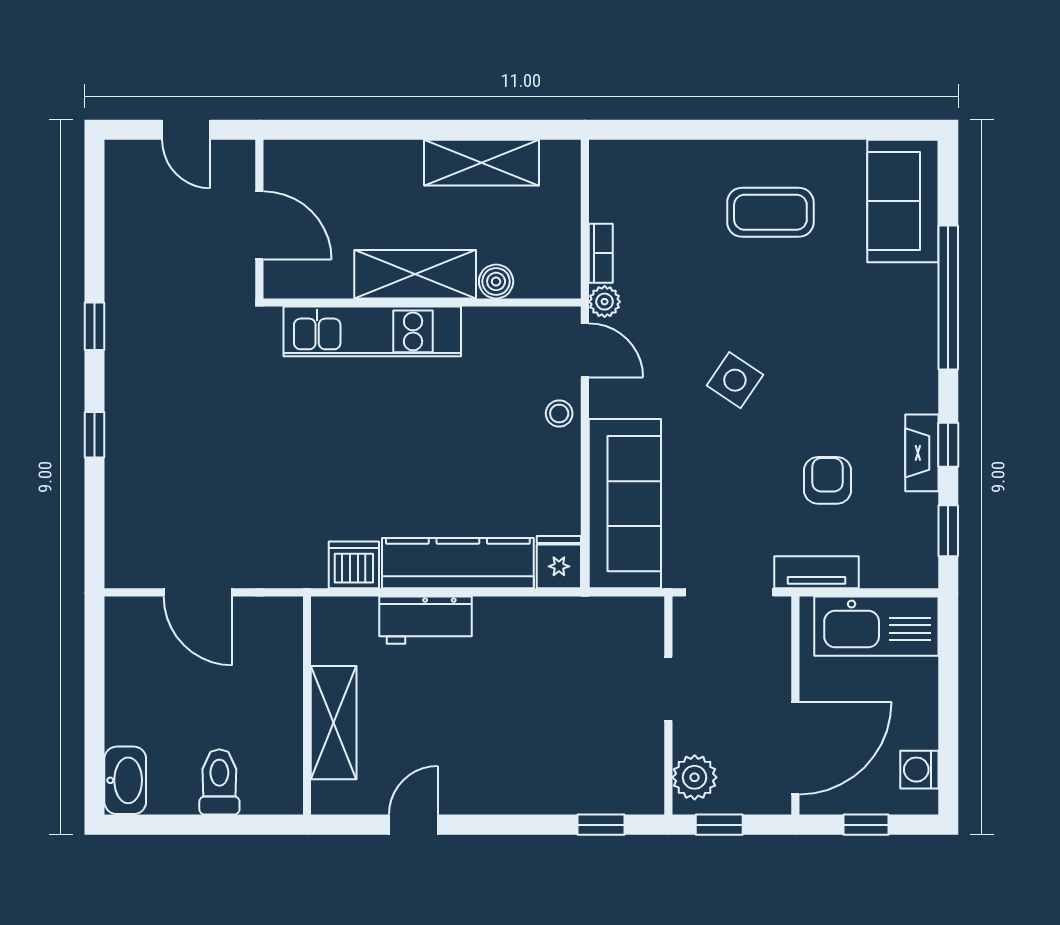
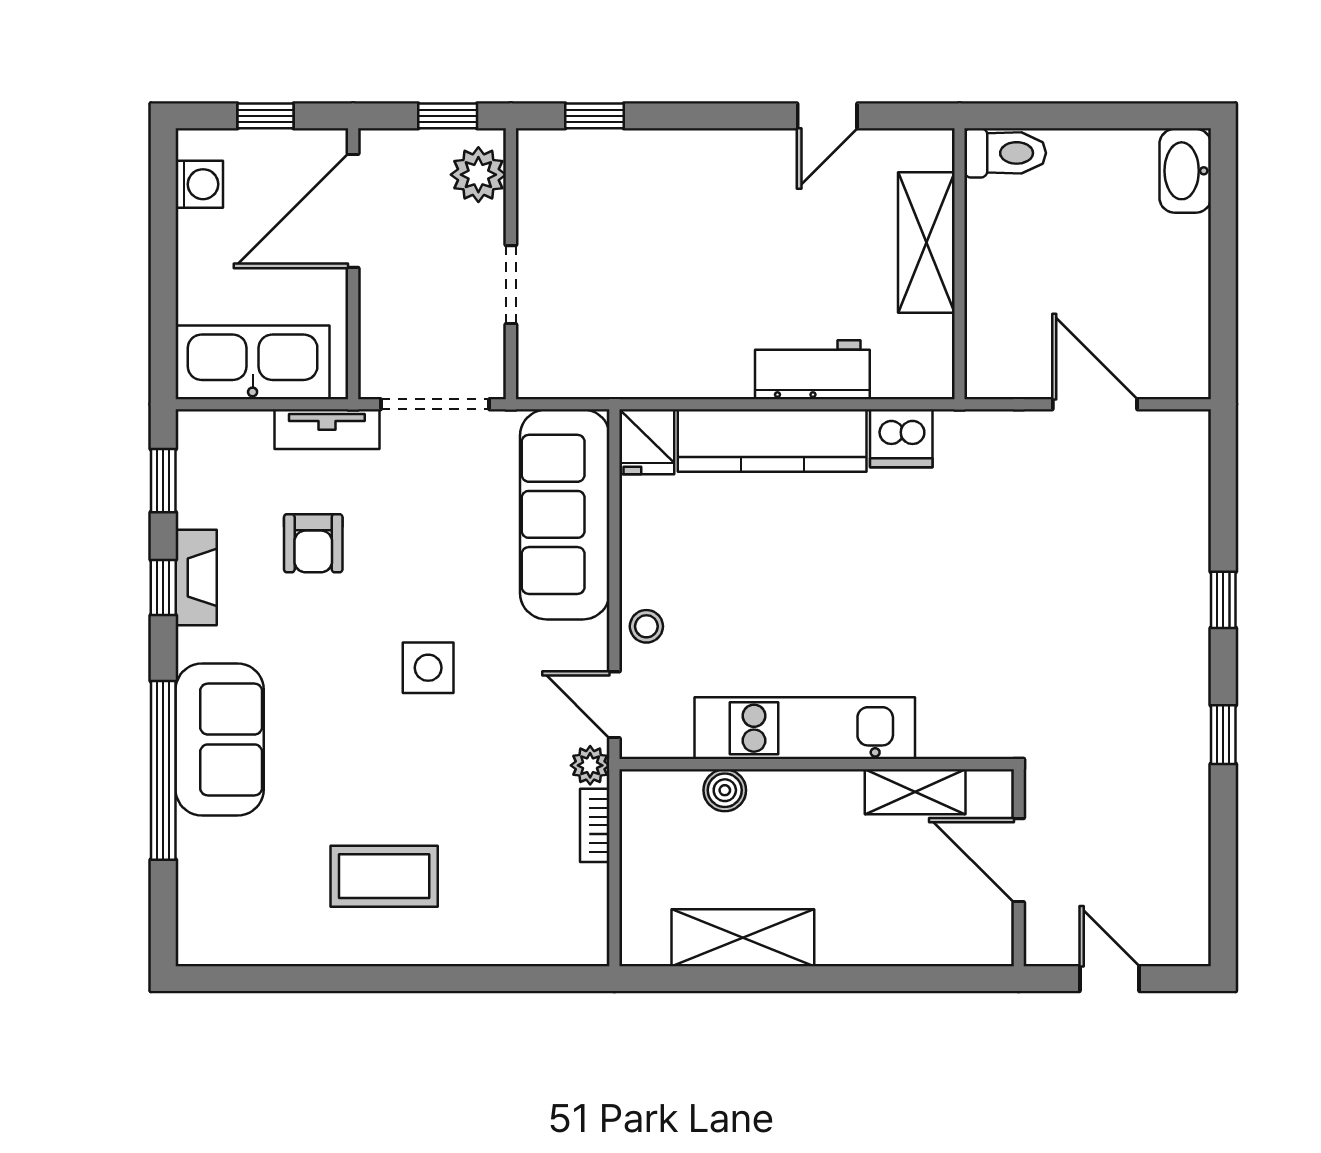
sofa: (903, 201) -> (220, 739), moved
shelving: (415, 274) -> (915, 792), moved, width x0.67, depth x0.75
kitchen unit: (372, 331) -> (805, 728), moved
side table: (735, 380) -> (428, 668), turned -34
toilet: (219, 782) -> (1005, 153), moved, turned -90

